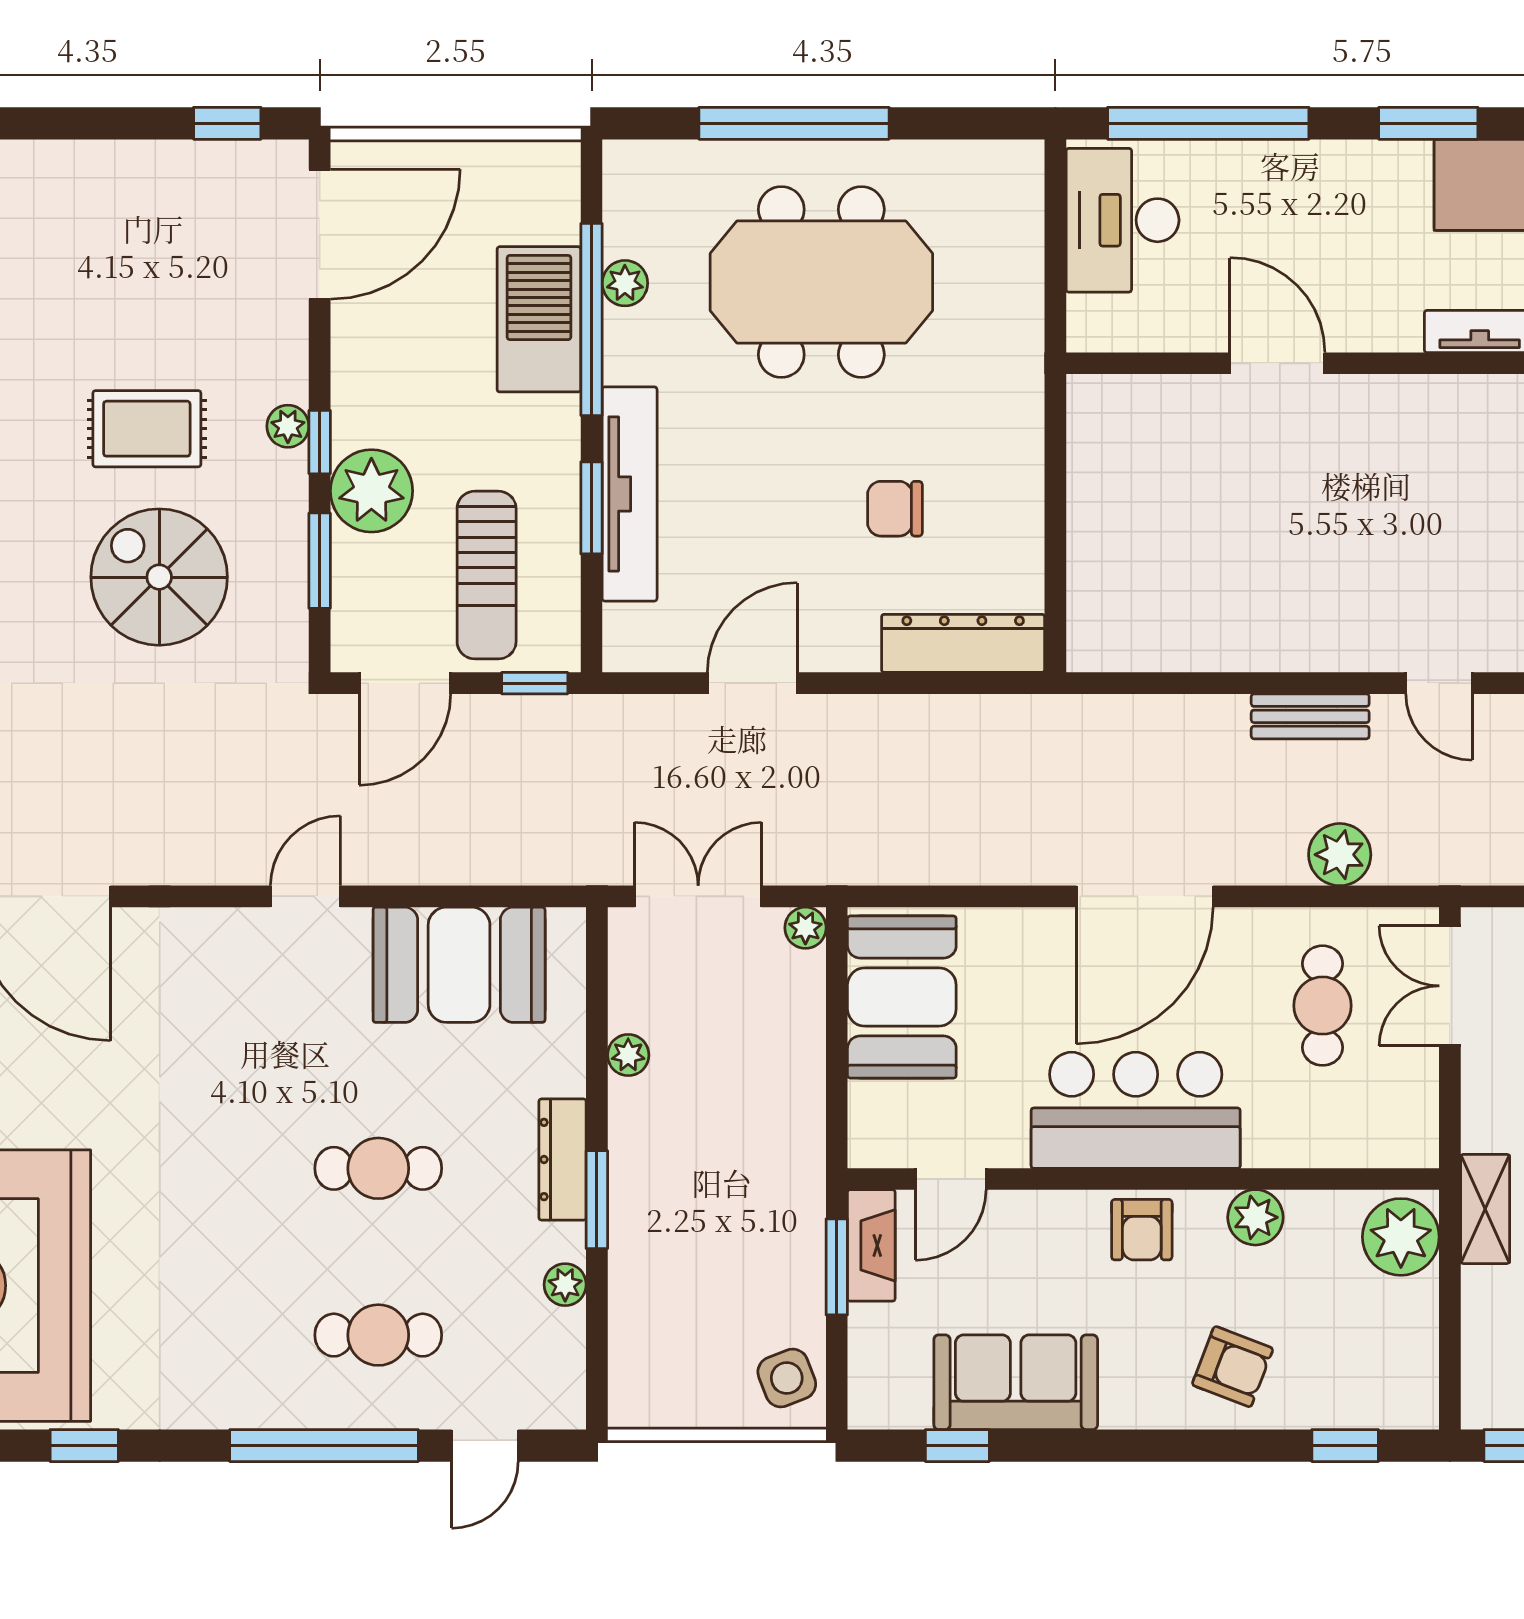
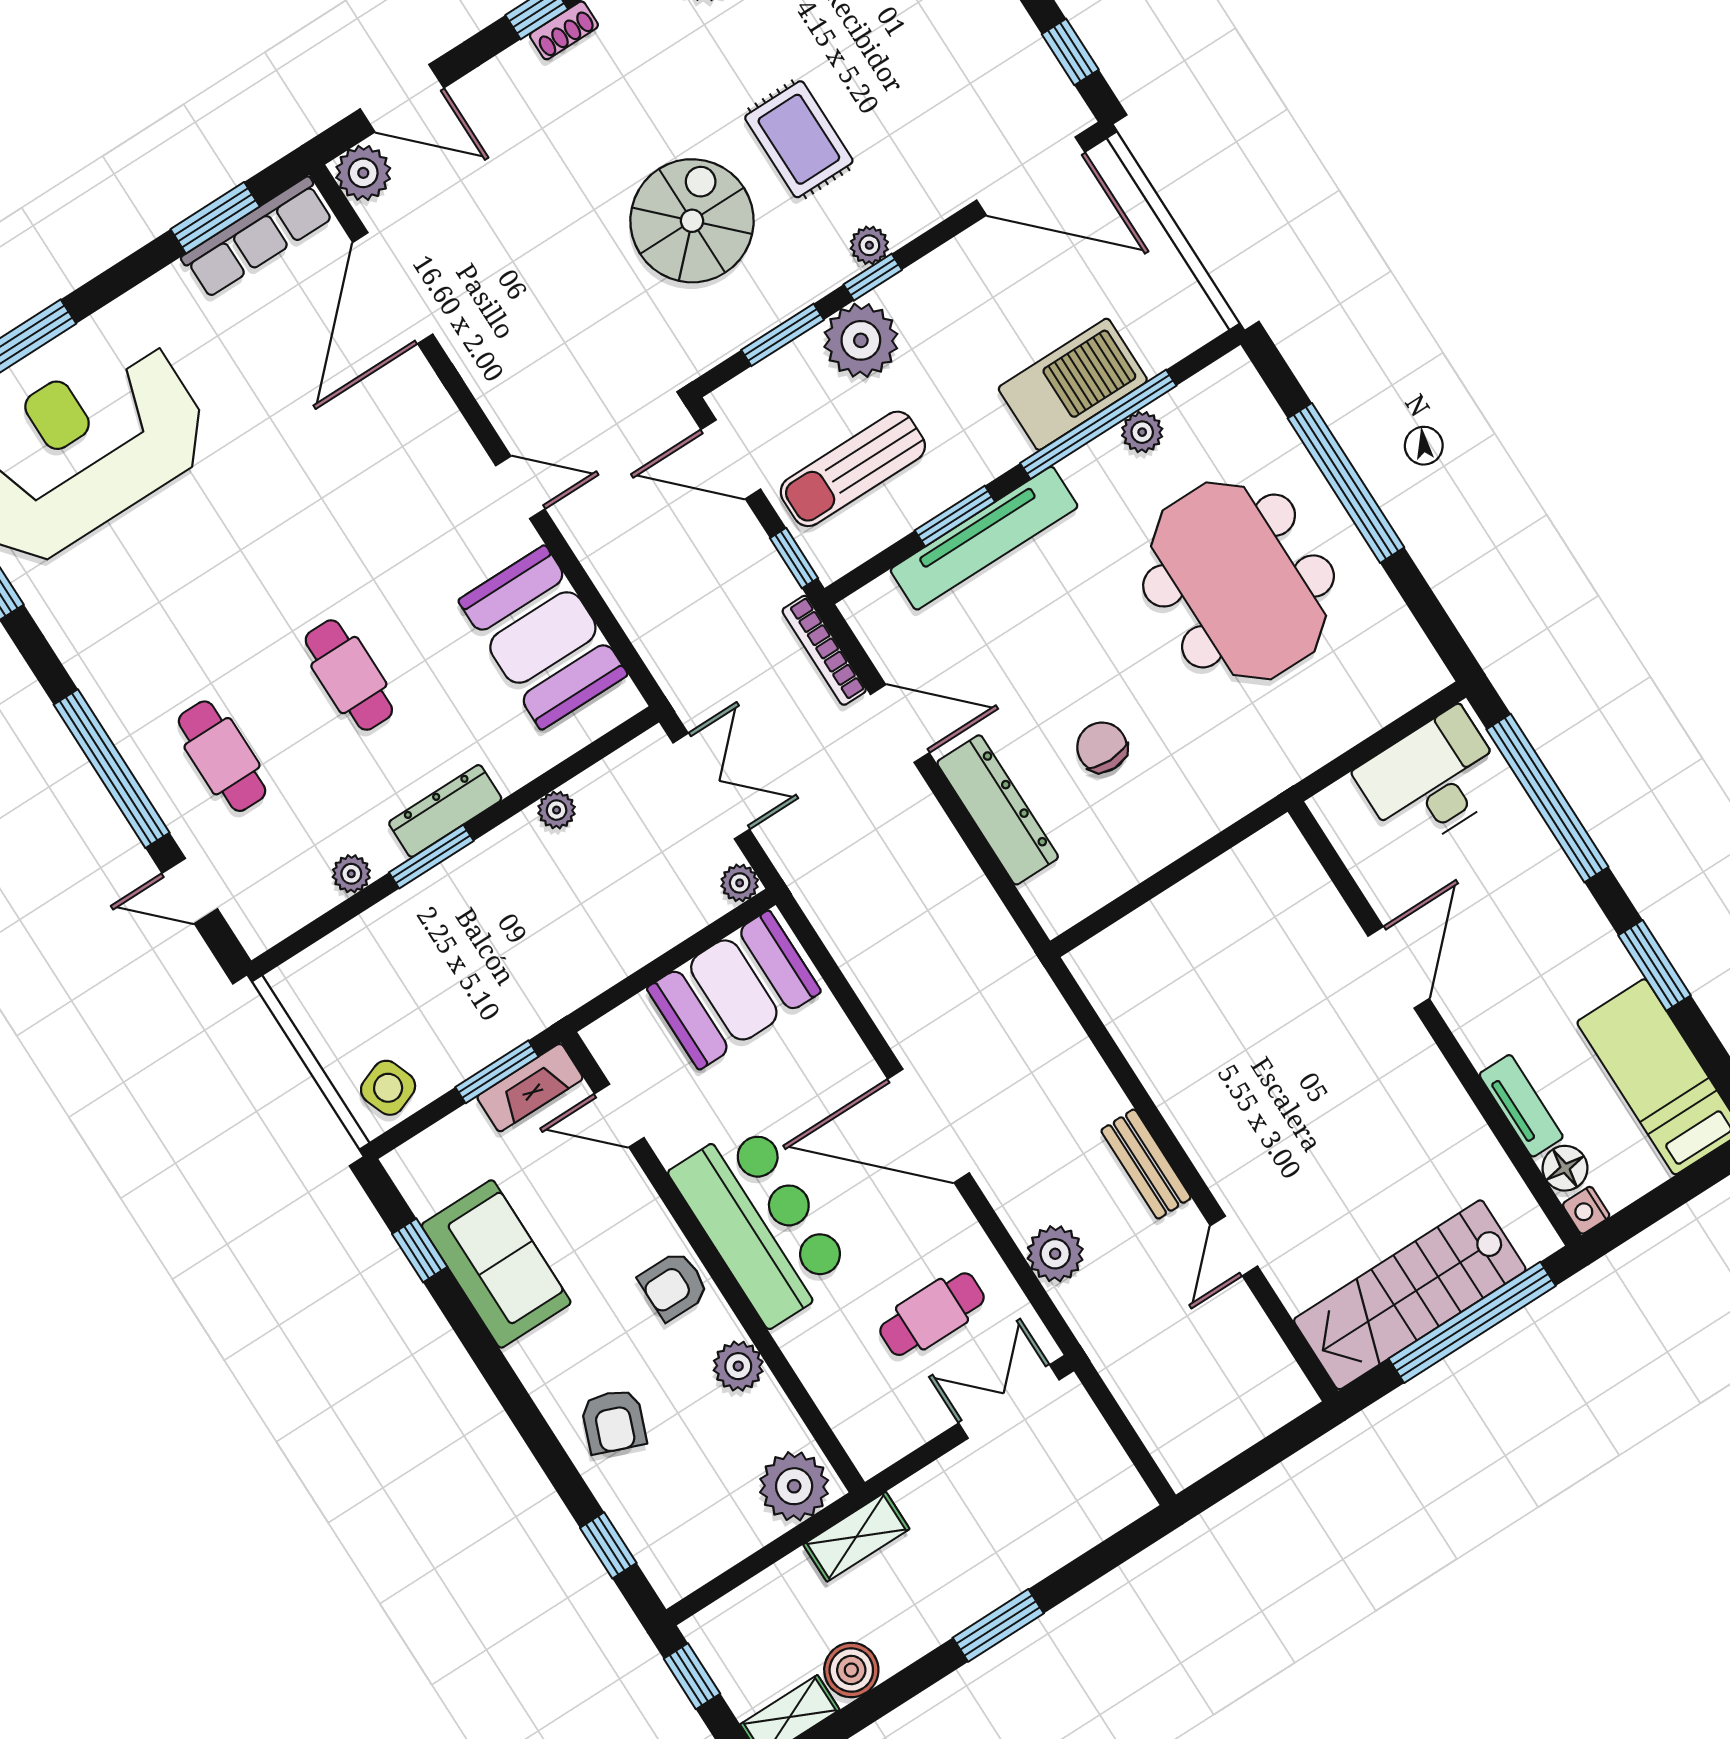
dresser: (963, 643) -> (998, 810), moved
bookcase: (639, 710) -> (824, 650), added

